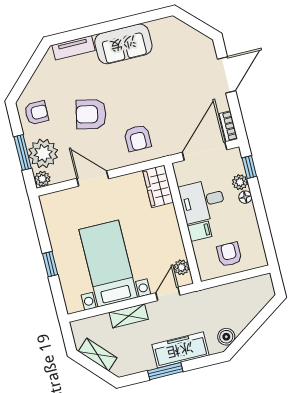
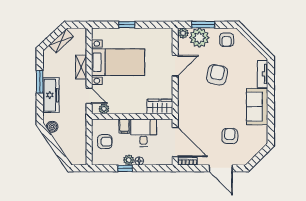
armchair: (138, 138) -> (230, 136), moved, turned 90
window: (249, 167) -> (125, 168), moved
plant: (240, 182) -> (129, 160), moved

